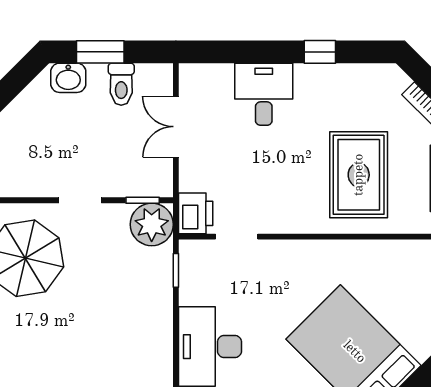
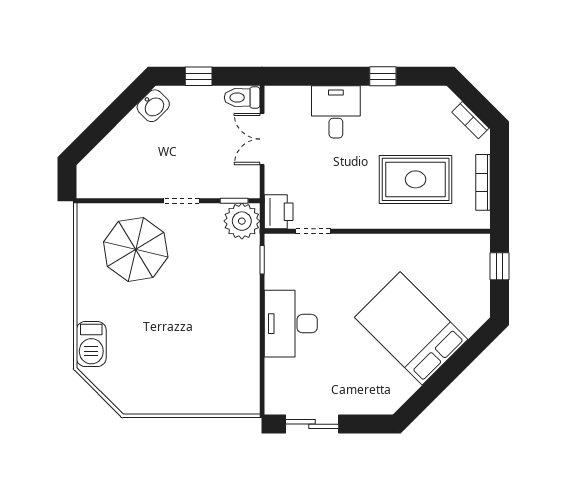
window: (100, 52) -> (199, 76), width x0.67
washbasin: (68, 78) -> (153, 106), moved, turned -45
toilet: (121, 84) -> (242, 97), moved, turned 90
rug: (359, 175) -> (416, 179), turned 90

